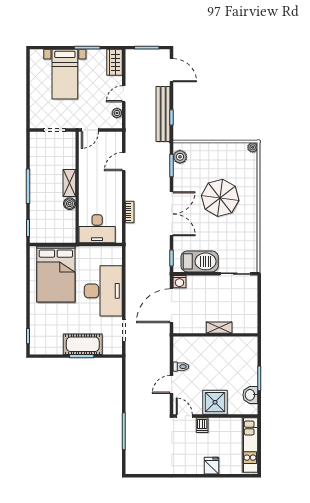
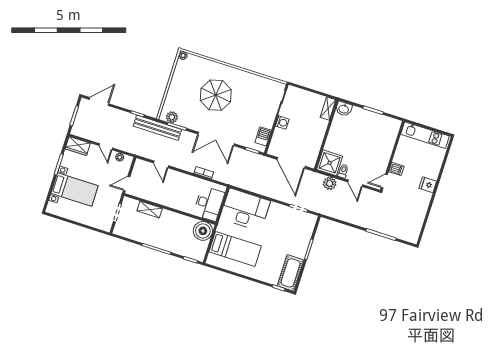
bench: (163, 114) -> (157, 128), moved
door: (90, 130) -> (127, 184), swing flipped
shelving: (69, 183) -> (150, 210), moved
boiler: (70, 204) -> (203, 231), moved, width x1.86, depth x1.86
double door: (172, 214) -> (216, 139), swing flipped
barbecue: (200, 261) -> (263, 136), width x0.53, depth x0.65
bed: (56, 274) -> (235, 249), width x0.67
washing machine: (179, 282) -> (282, 123), moved
desk: (103, 291) -> (245, 210), moved
shelving: (219, 328) -> (328, 109), moved
cot: (83, 344) -> (291, 273), moved
plant: (162, 356) -> (330, 183), added
washbasin: (250, 395) -> (344, 109), moved
shower: (215, 402) -> (330, 163), moved
fridge: (212, 466) -> (428, 185), moved

